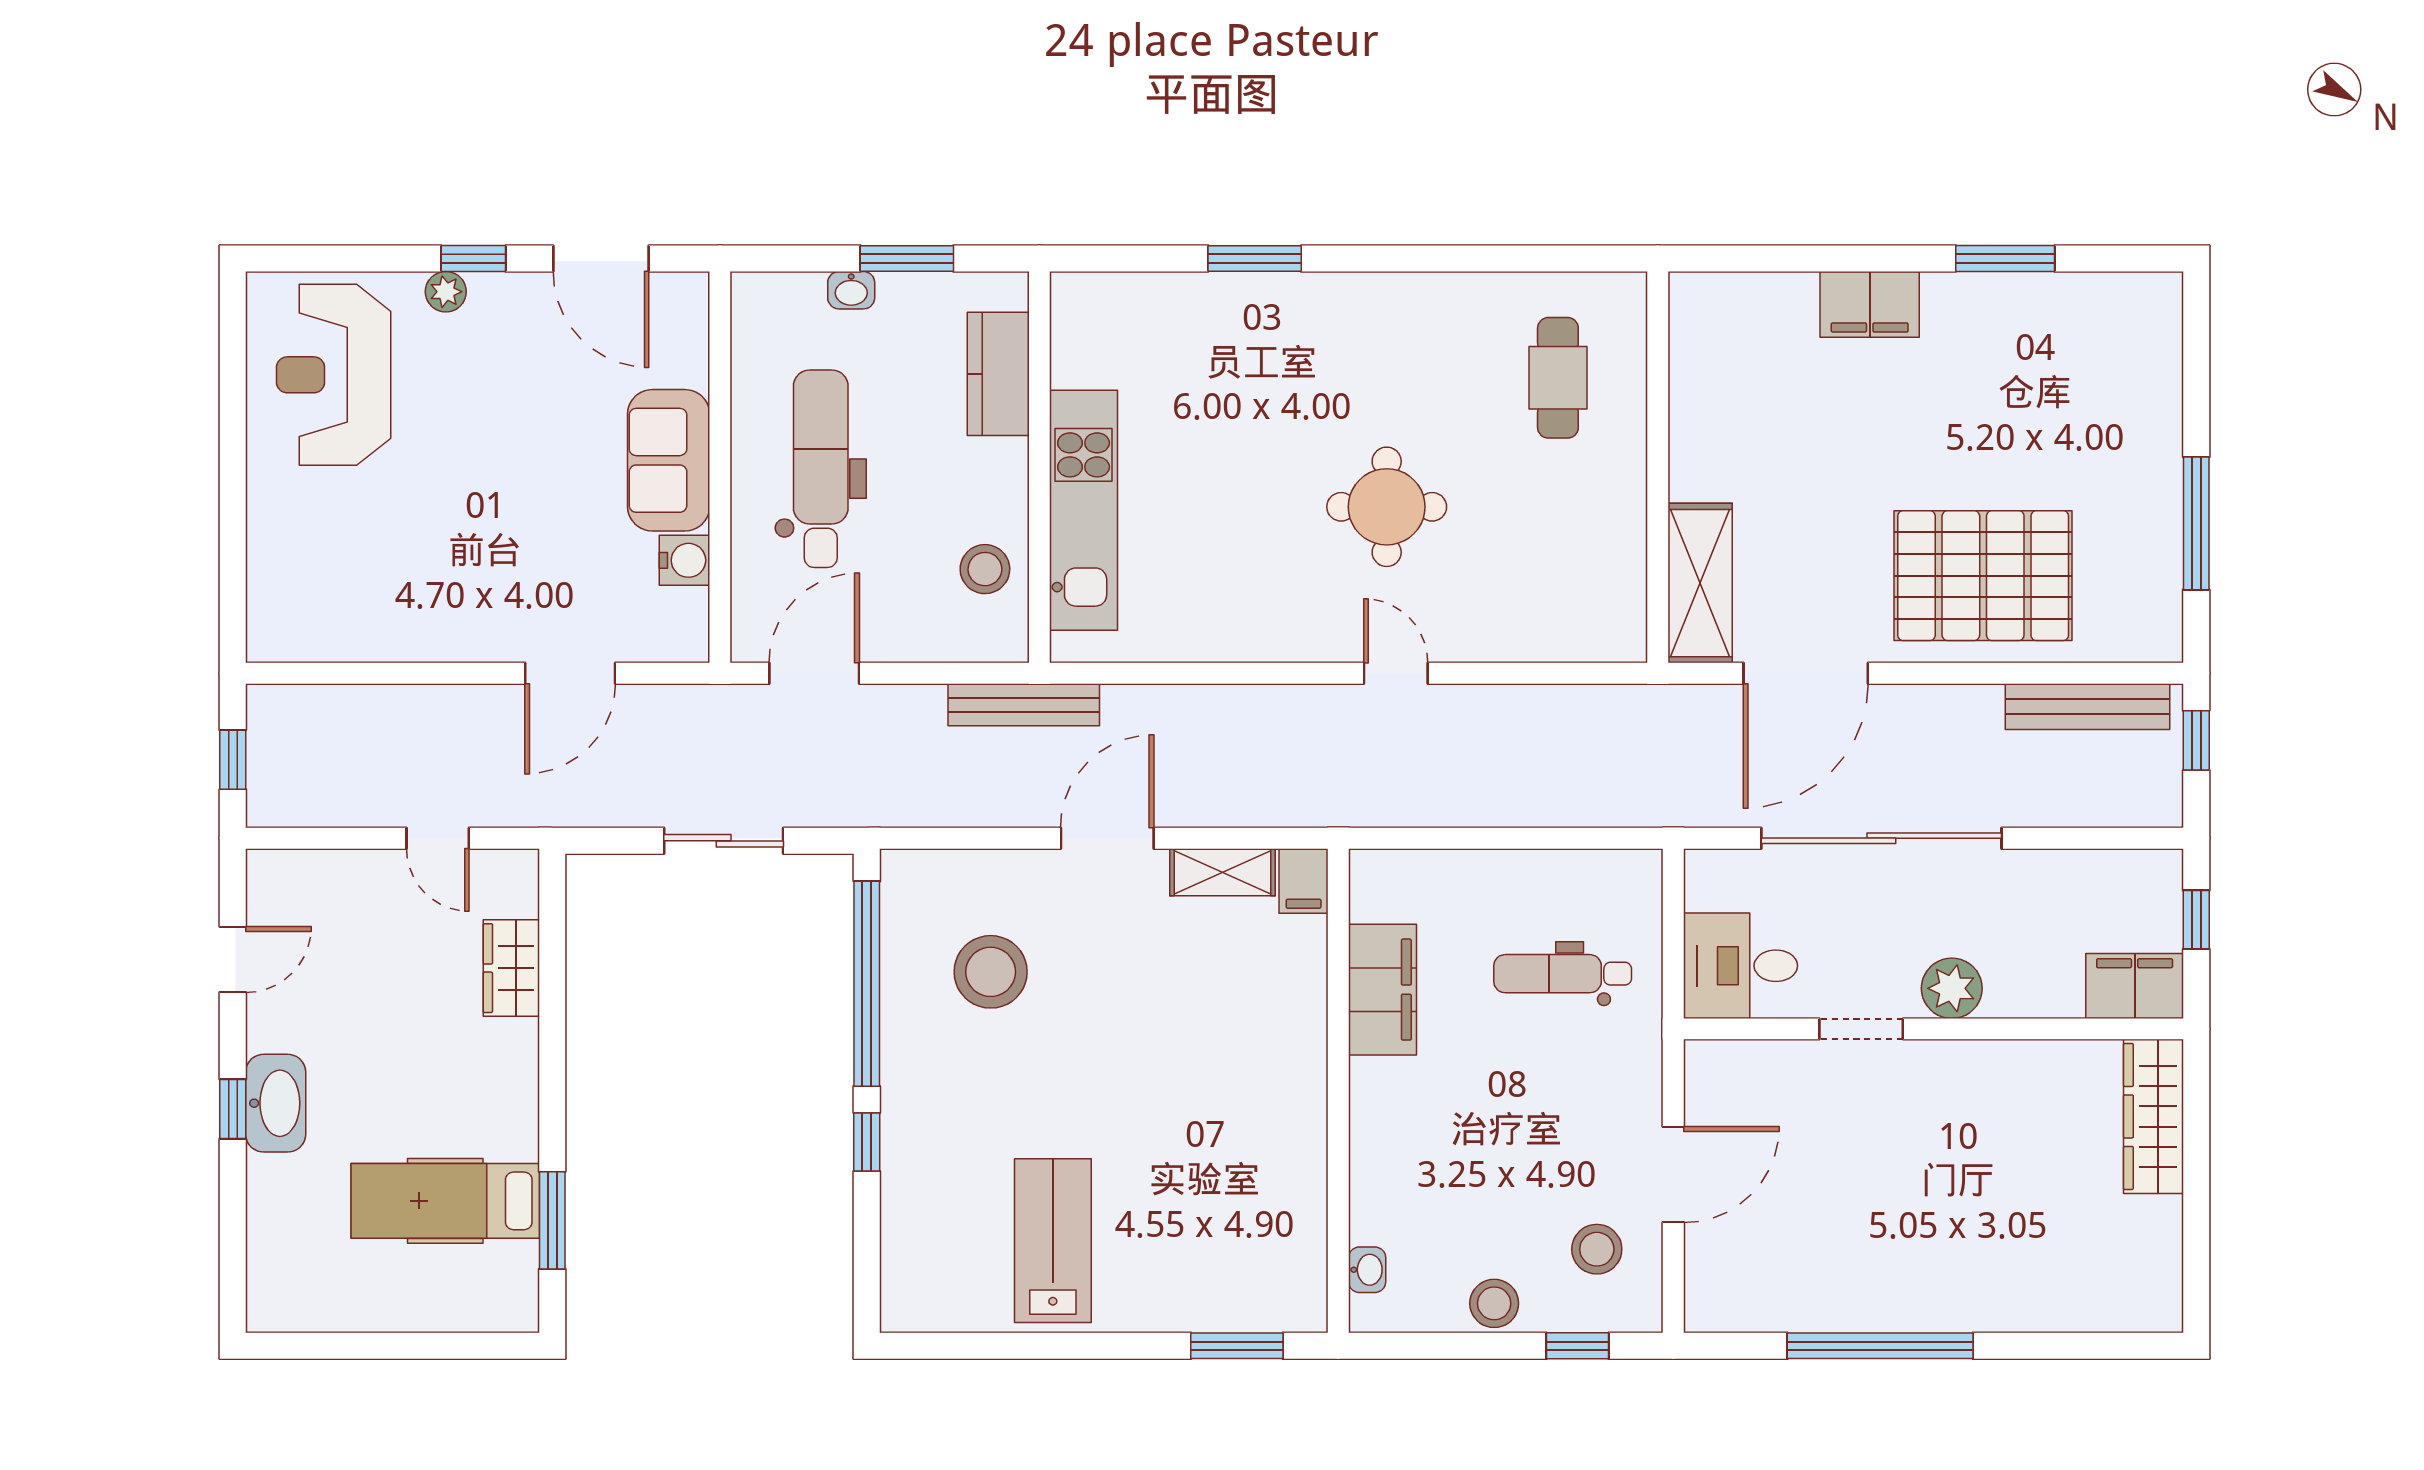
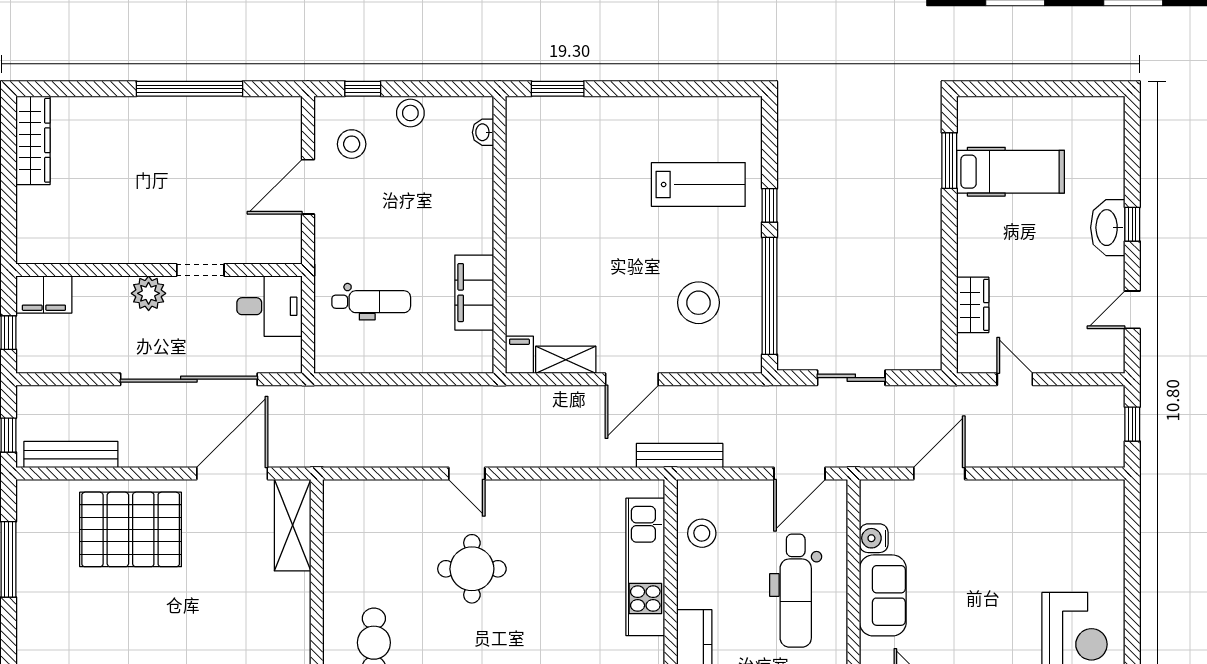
wardrobe: (2154, 1116) -> (33, 140), moved
lab bench: (1053, 1241) -> (698, 184), moved, turned -90

